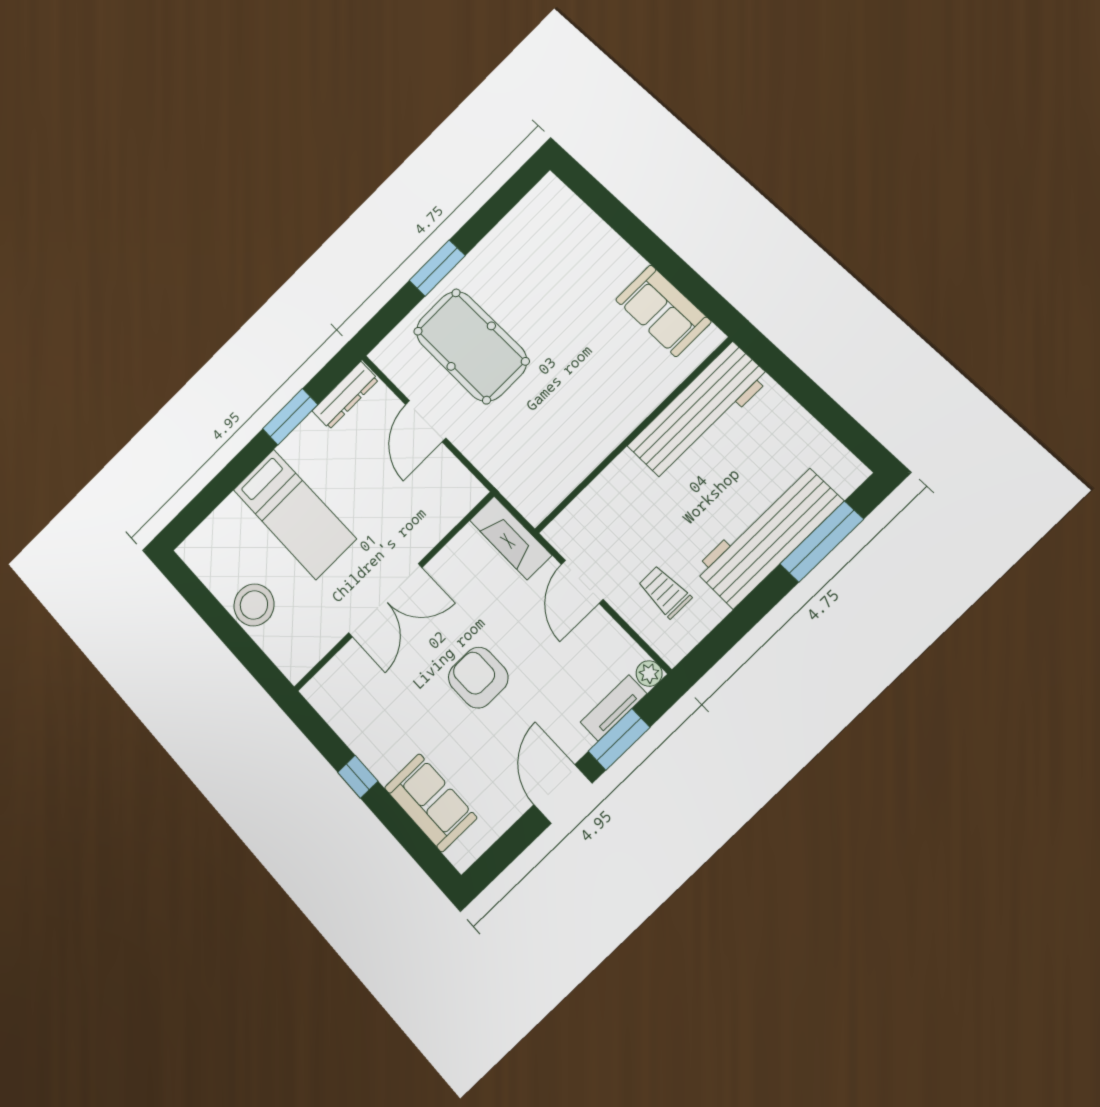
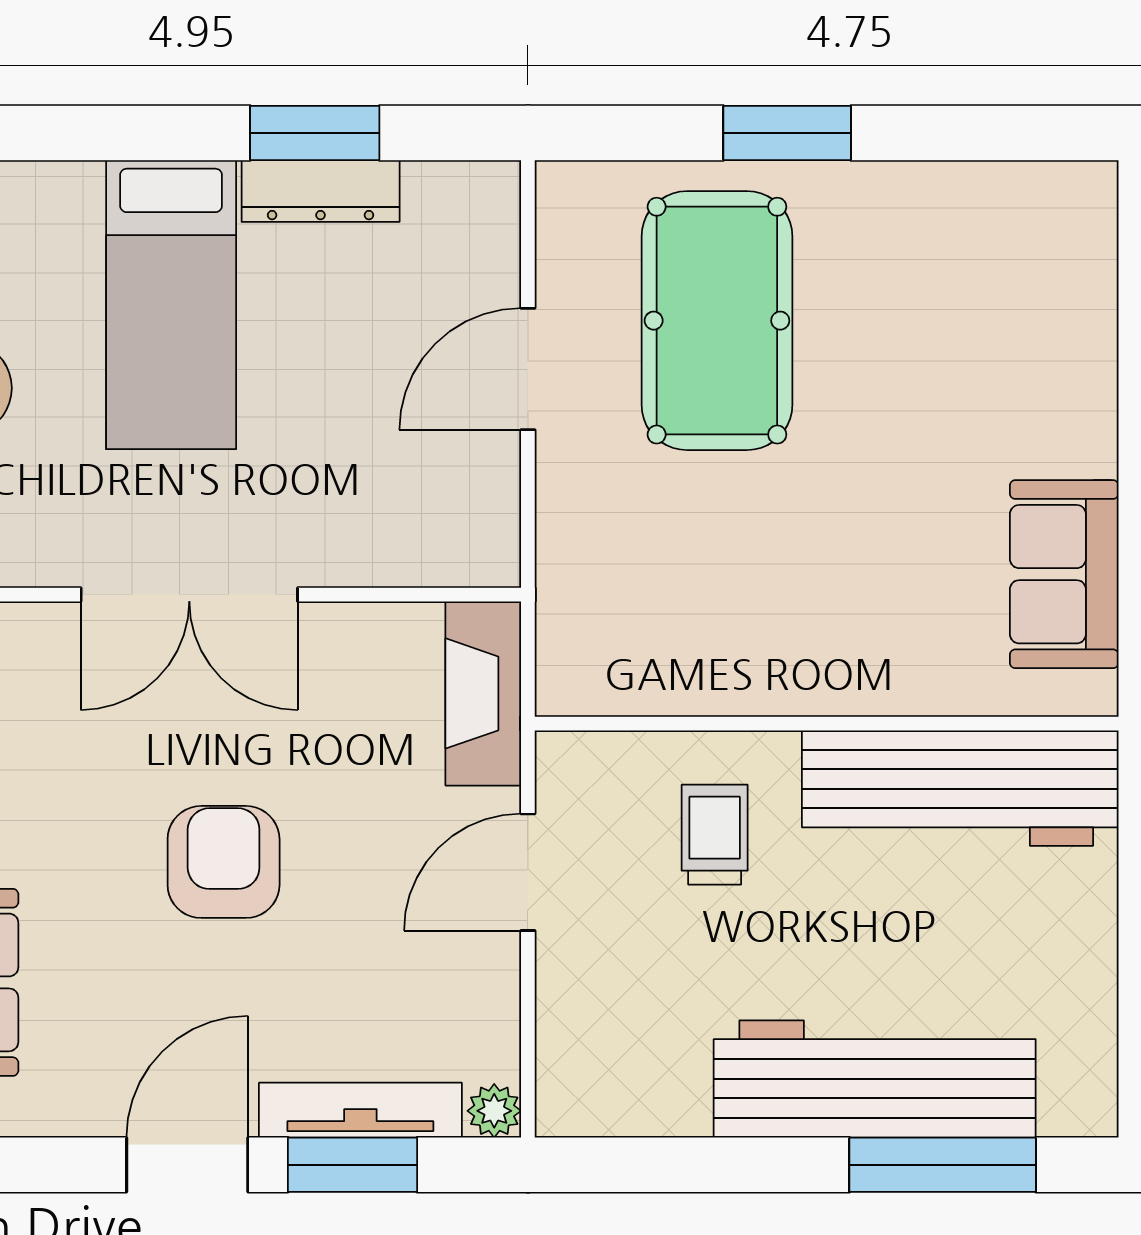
dresser: (345, 395) -> (321, 191), moved
trolley: (665, 592) -> (715, 835), moved
tv unit: (613, 708) -> (360, 1110), width x1.41

